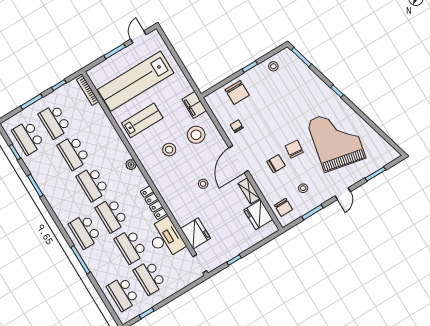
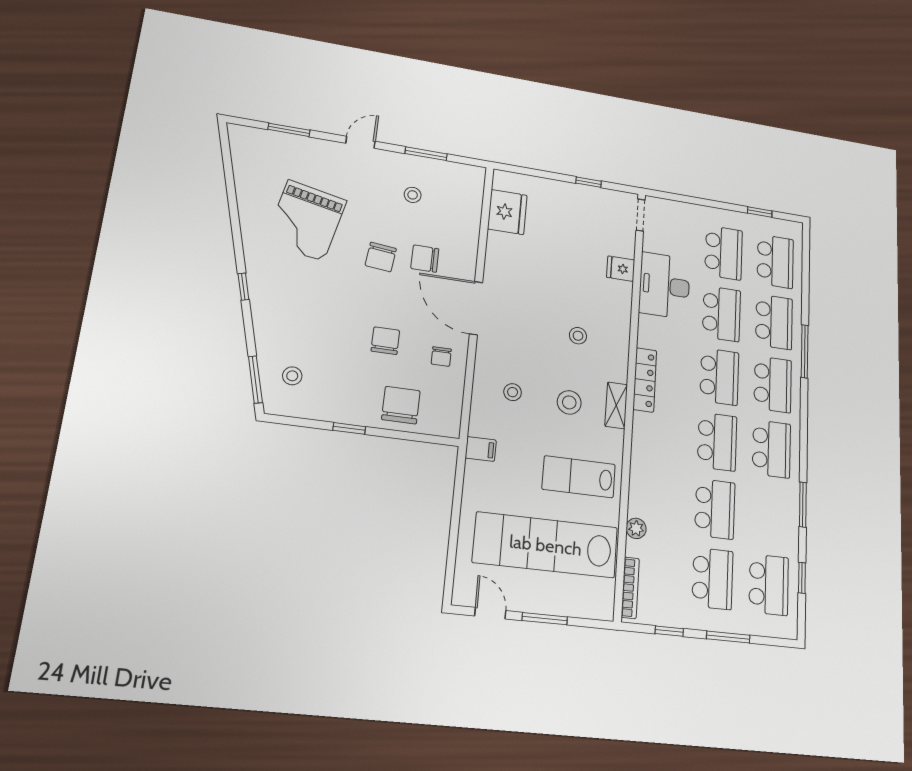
door: (138, 37) -> (490, 613), swing flipped
stool: (273, 66) -> (292, 376), moved
lab bench: (136, 81) -> (546, 545), turned 180
filing cabinet: (194, 105) -> (481, 449), width x0.50
stool: (196, 135) -> (513, 392), width x0.53, depth x0.53
grand piano: (336, 140) -> (306, 221), width x0.73, depth x0.68
door: (238, 159) -> (476, 308), swing flipped
plant: (131, 165) -> (636, 528), moved
stool: (203, 184) -> (578, 336), moved
shelving: (249, 191) -> (616, 405), moved
school desk: (66, 200) -> (771, 449), added
locker: (154, 203) -> (645, 380), moved
chair: (284, 207) -> (385, 341), moved
fridge: (196, 233) -> (621, 269), width x0.53, depth x0.75
school desk: (104, 262) -> (774, 322), added

